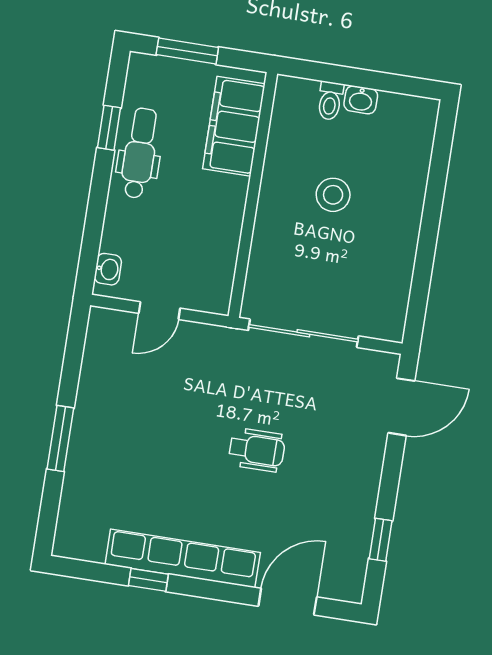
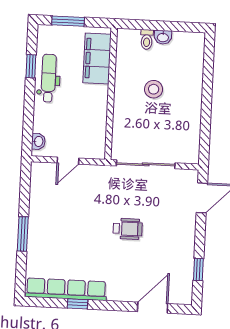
row of seats: (183, 558) -> (66, 289), moved

